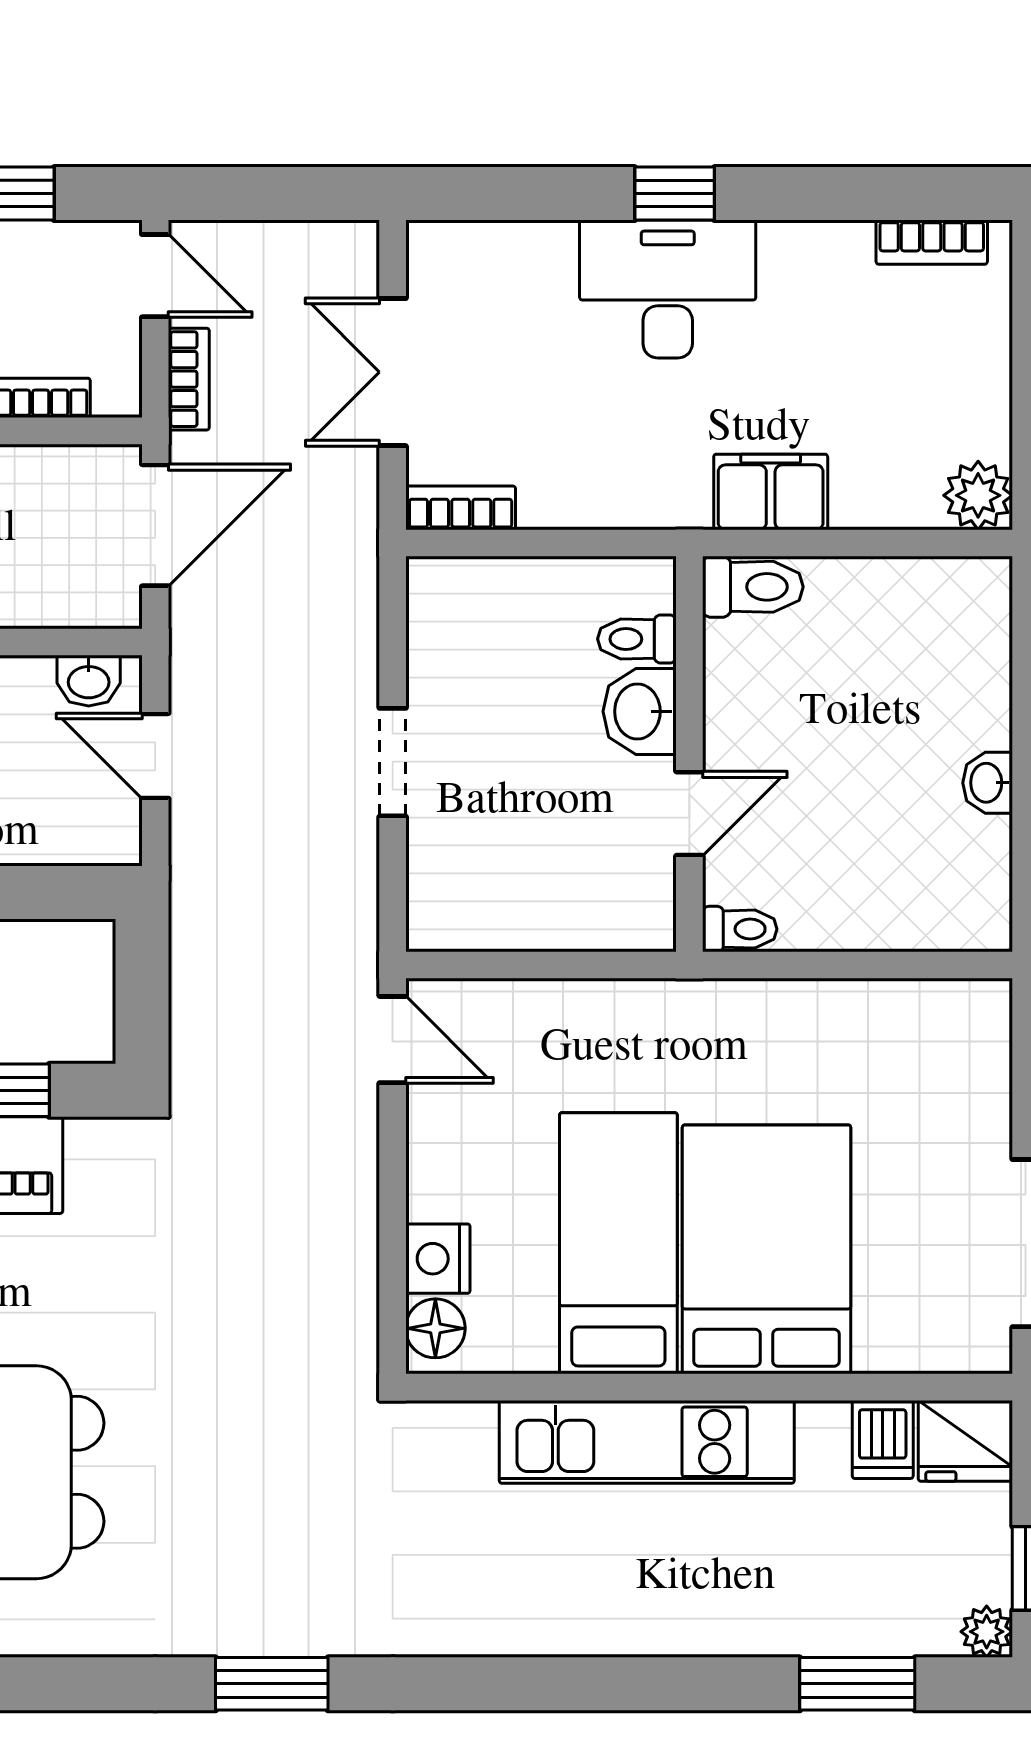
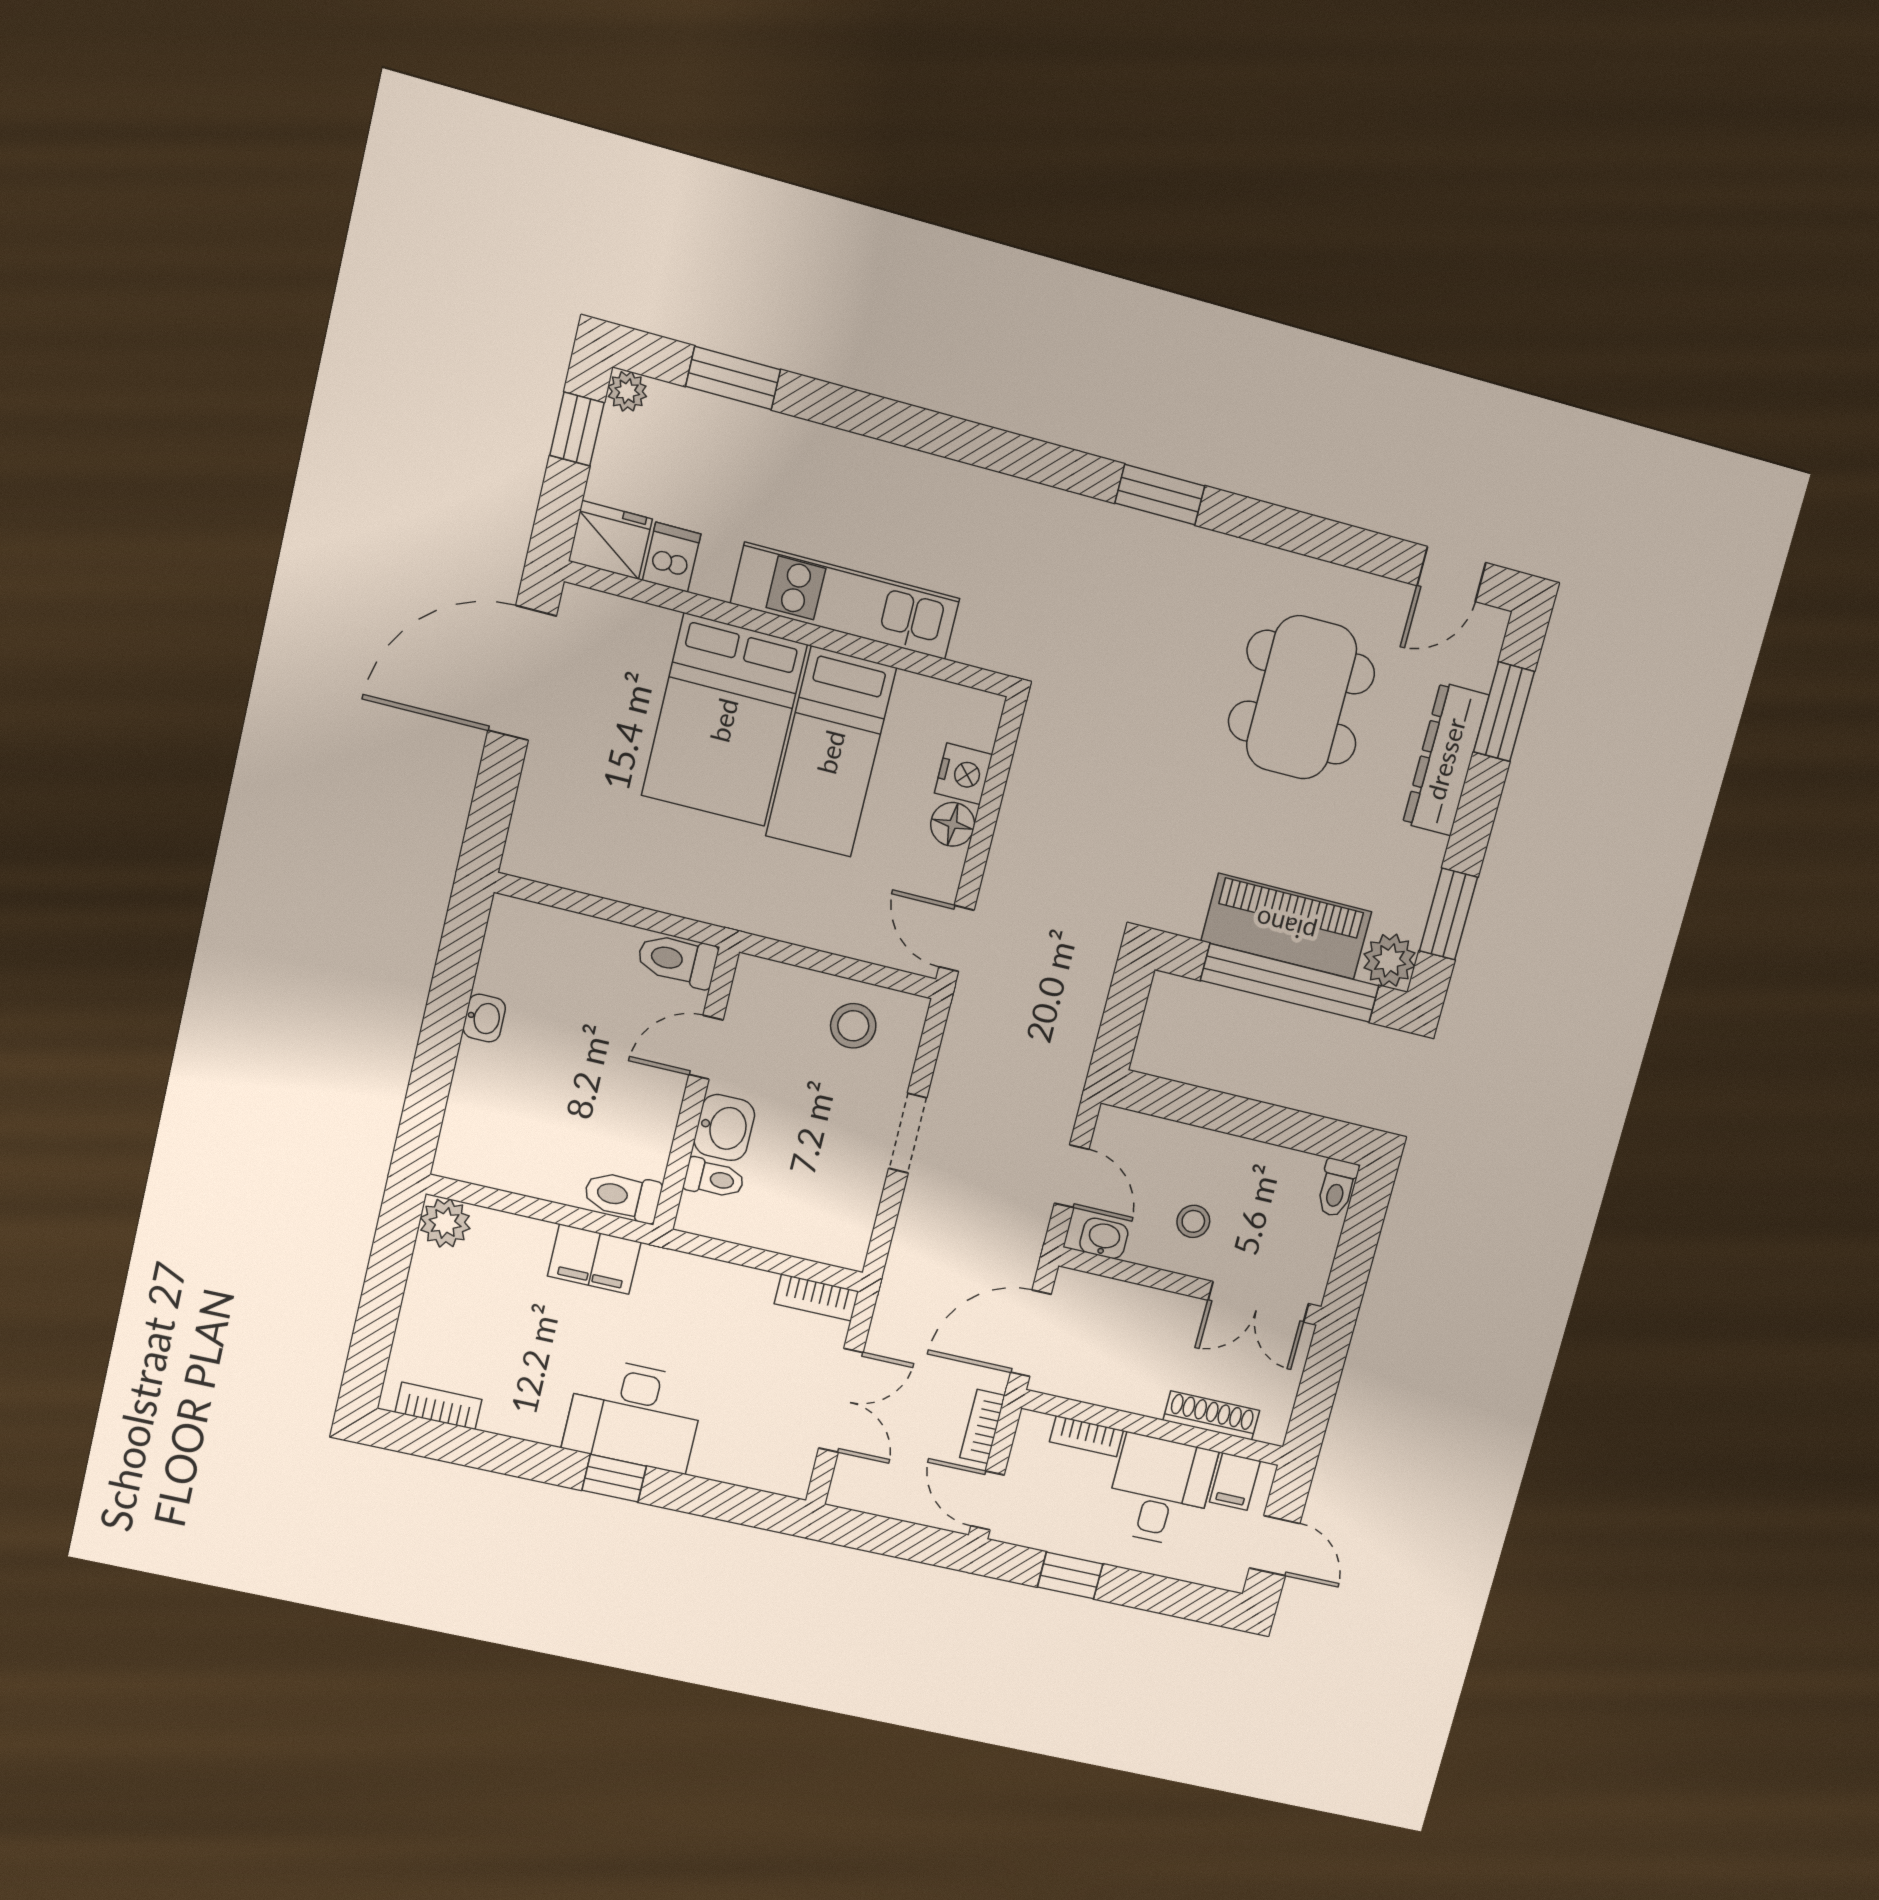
stool: (501, 890) -> (853, 1026), added
toilet: (740, 929) -> (677, 960), width x1.37, depth x1.39
floor lamp: (435, 1328) -> (953, 824), moved

